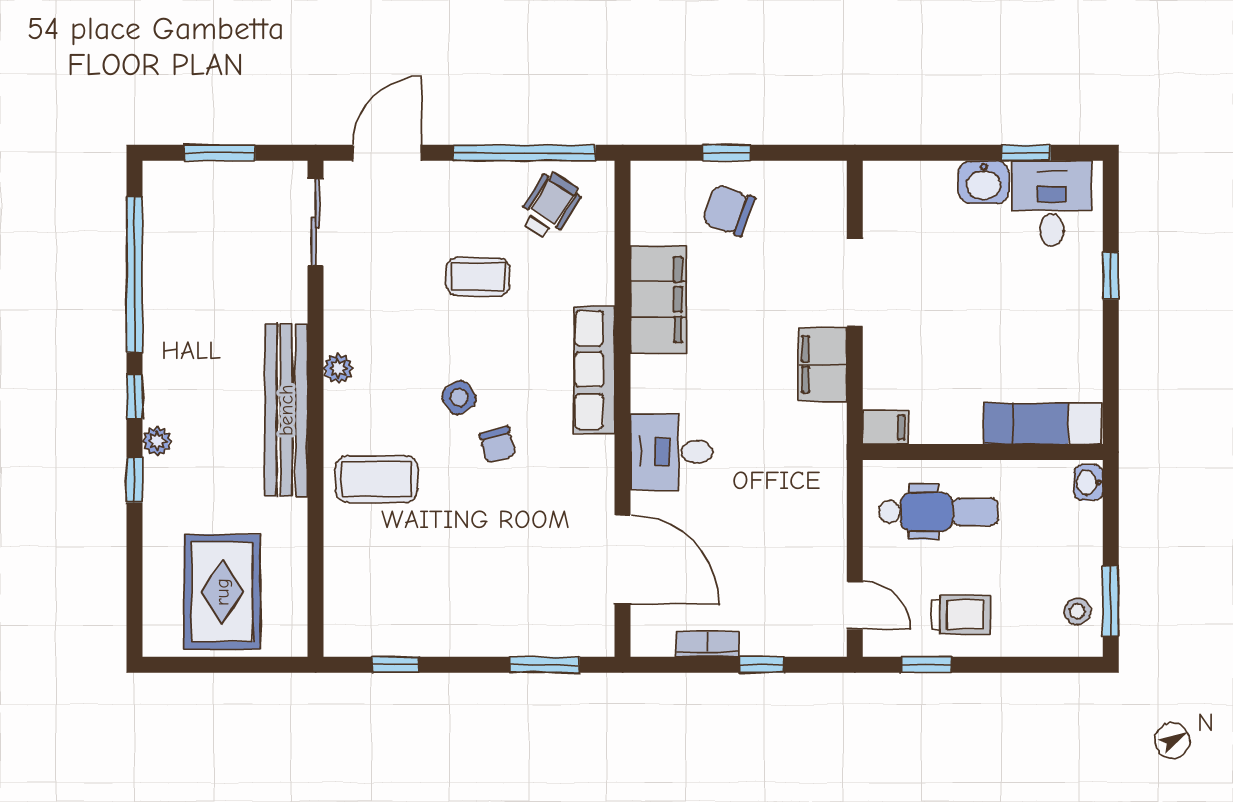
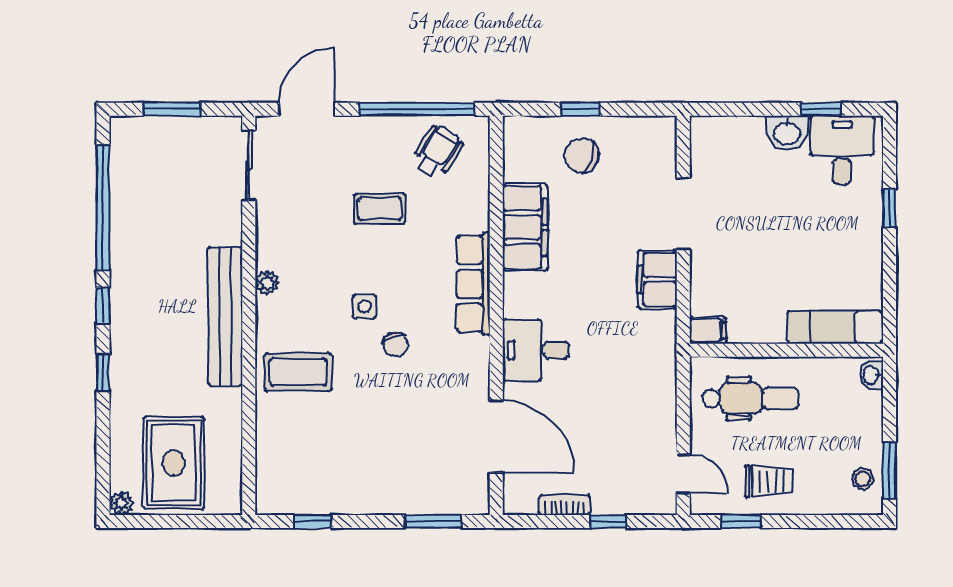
side table: (459, 398) -> (364, 306), turned 34
plant: (157, 441) -> (121, 503), moved

